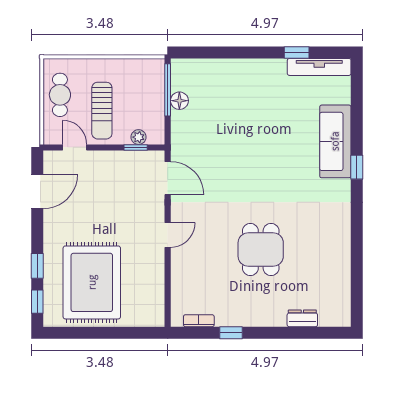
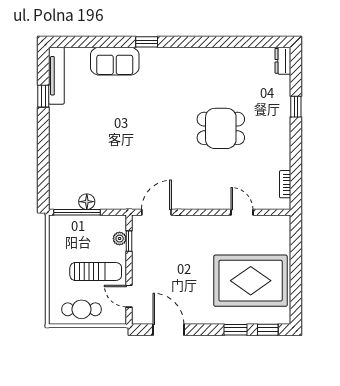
sofa: (335, 141) -> (115, 61), width x0.73
door: (75, 147) -> (129, 296), hinge flipped
door: (168, 235) -> (242, 212), moved
dresser: (302, 318) -> (283, 61), moved
window: (231, 333) -> (296, 107), moved

